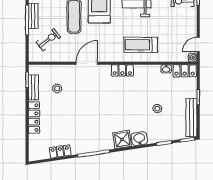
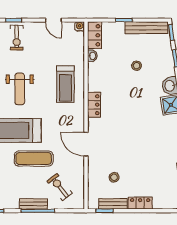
door: (198, 45) -> (53, 20), moved
locker: (34, 118) -> (140, 203), width x0.66

